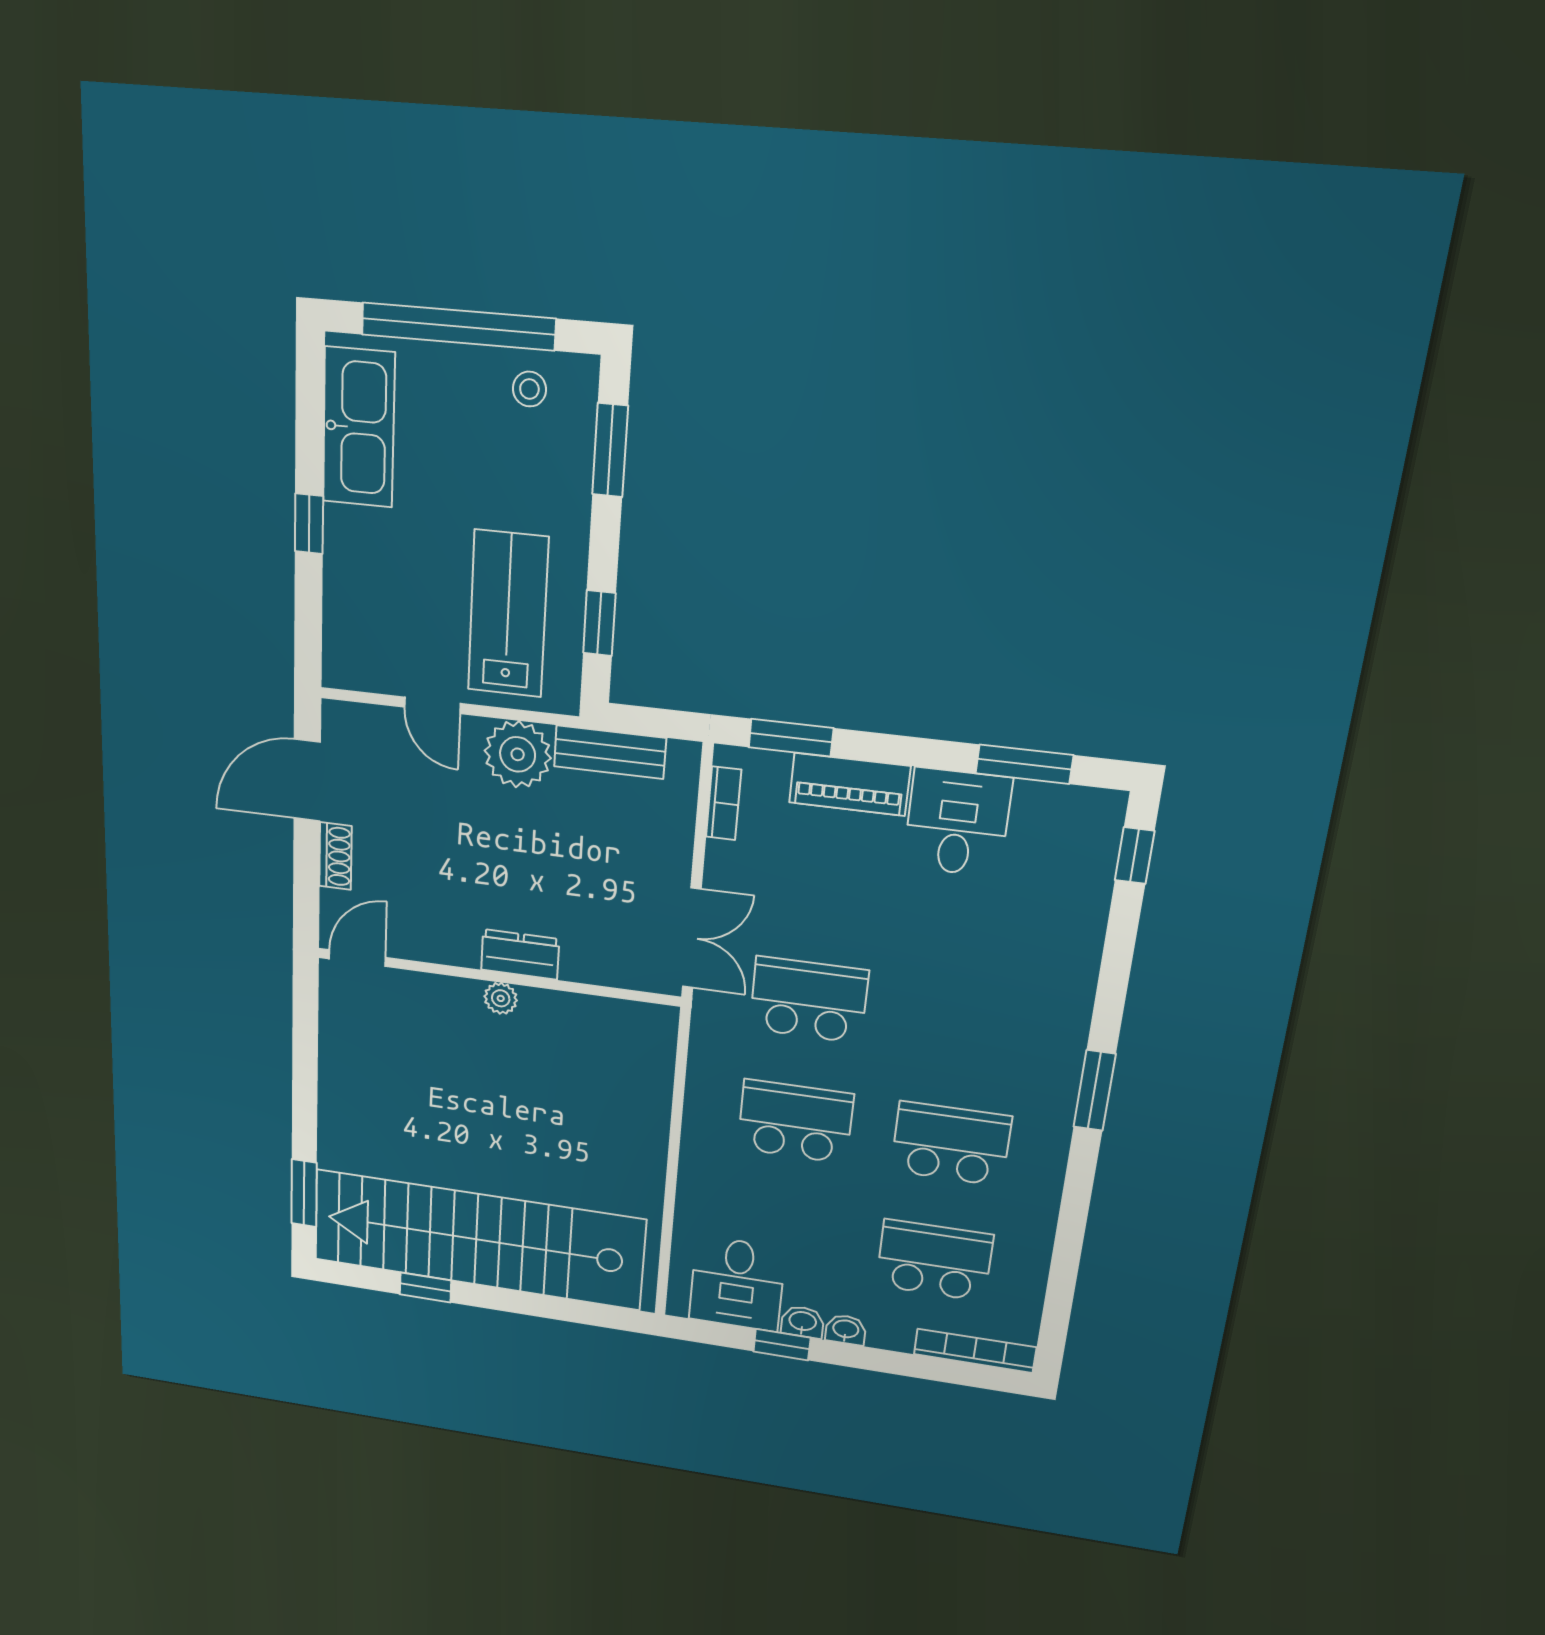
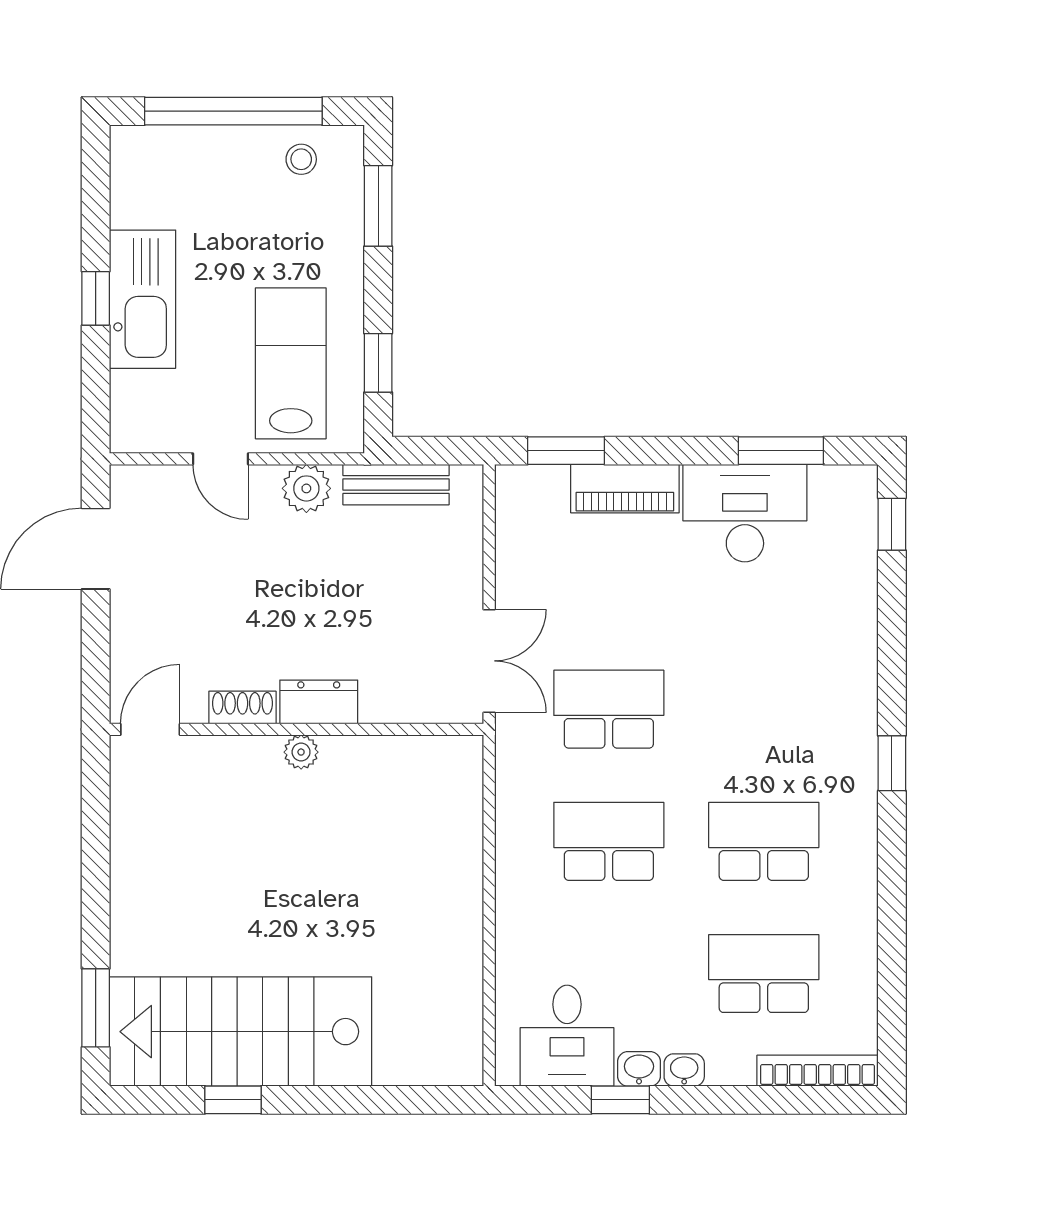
kitchen sink: (359, 427) -> (142, 299), moved
plant: (518, 754) -> (306, 488), width x0.73, depth x0.73
bookcase: (724, 803) -> (509, 521), removed
desk: (957, 823) -> (745, 513), width x1.37
shoe rack: (335, 856) -> (242, 708), moved, turned -90
window: (1095, 1090) -> (892, 763), width x0.67
stairs: (478, 1240) -> (241, 1032), width x0.73

